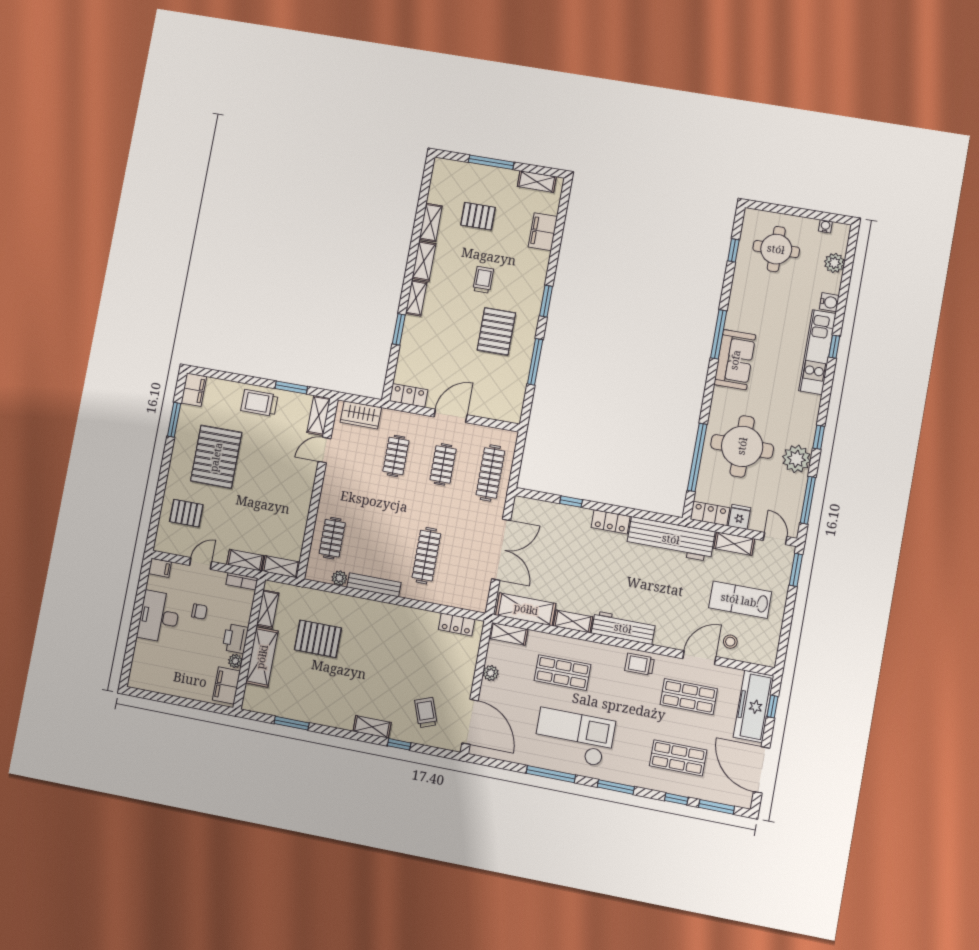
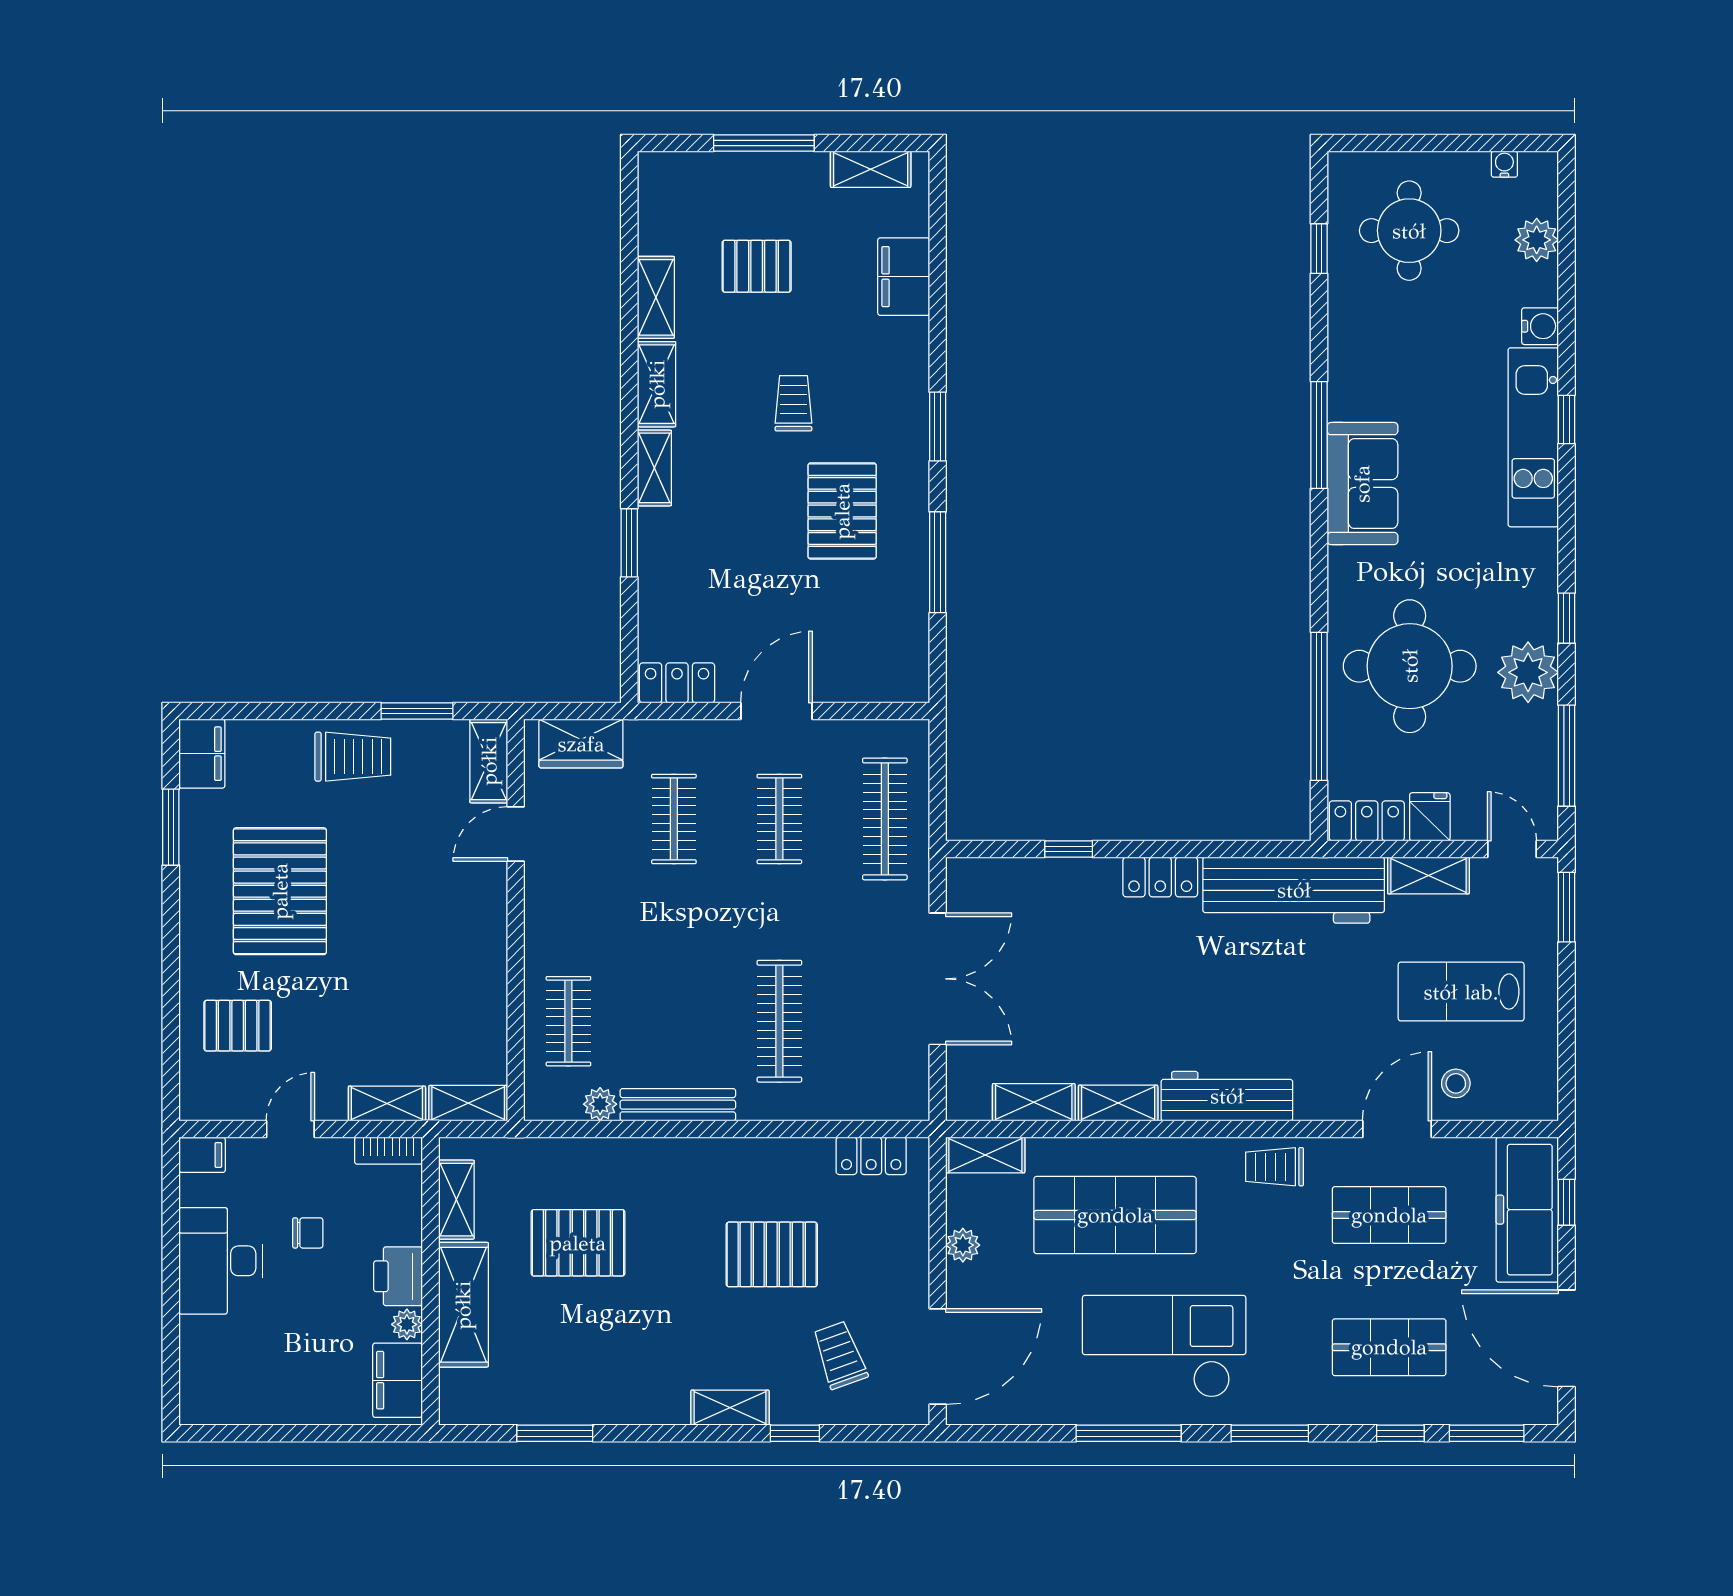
trolley: (259, 403) -> (353, 757), turned 180
shelving: (526, 609) -> (1034, 1102), width x0.67, depth x0.75
pallet: (404, 661) -> (772, 1254), added
shop shelf: (562, 673) -> (1115, 1215), width x1.43, depth x1.36
door: (470, 722) -> (938, 1357), hinge flipped

